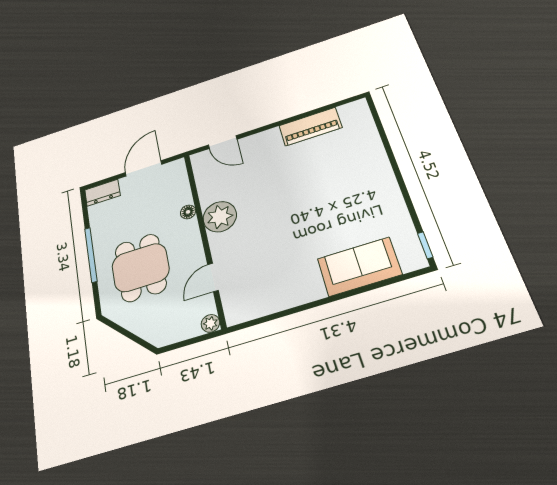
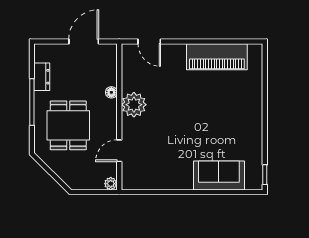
piano: (310, 127) -> (217, 57), width x1.37, depth x1.33
dresser: (102, 193) -> (42, 77), moved, turned -90

